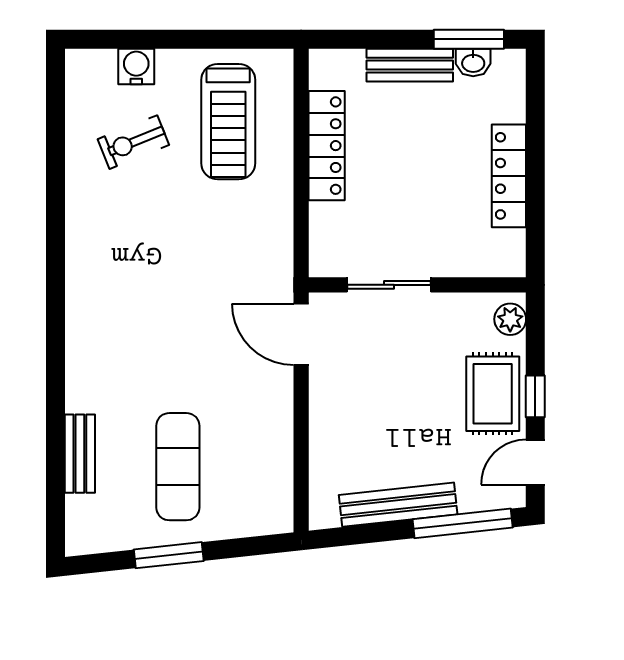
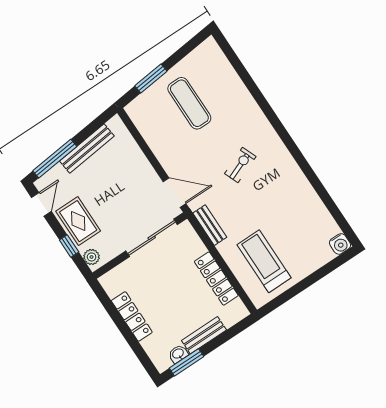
water cooler: (136, 66) -> (340, 244), moved
exercise bike: (133, 142) -> (240, 165), moved
sliding door: (389, 285) -> (152, 238), width x1.37
window: (535, 396) -> (69, 246), moved
bench: (80, 454) -> (210, 225), moved
window: (169, 555) -> (151, 79), moved

